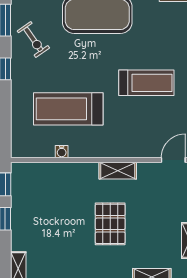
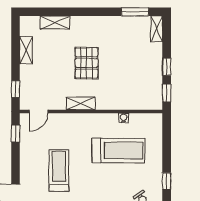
treadmill: (146, 83) -> (59, 170), turned 90

